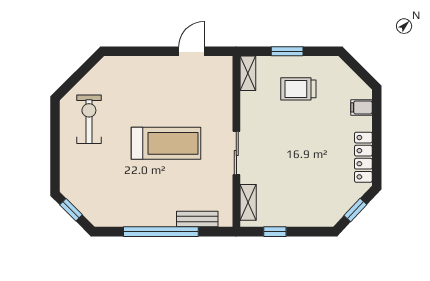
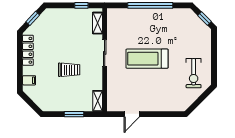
trolley: (298, 89) -> (69, 70), moved
bench: (197, 219) -> (128, 13), removed

